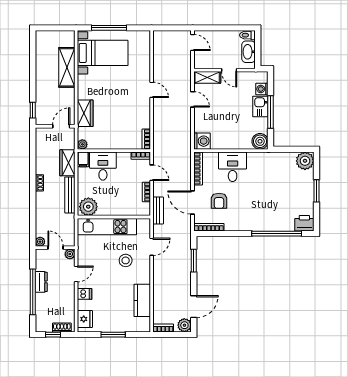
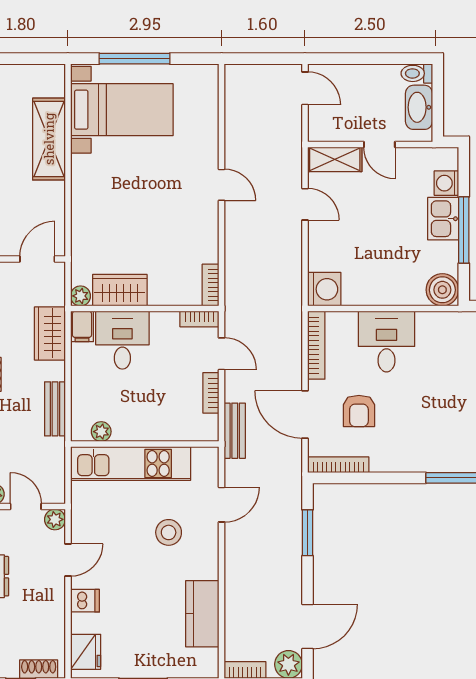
wardrobe: (85, 113) -> (120, 290), moved, turned -90
bench: (70, 195) -> (55, 409), width x0.73
plant: (88, 207) -> (101, 432), width x0.53, depth x0.53

